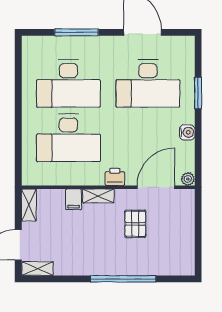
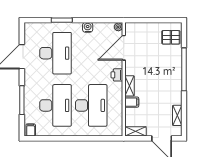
filing cabinet: (31, 46) -> (31, 130), added
door: (156, 187) -> (124, 48), hinge flipped
pallet: (135, 224) -> (171, 37), moved
shelving: (38, 269) -> (177, 115), moved

